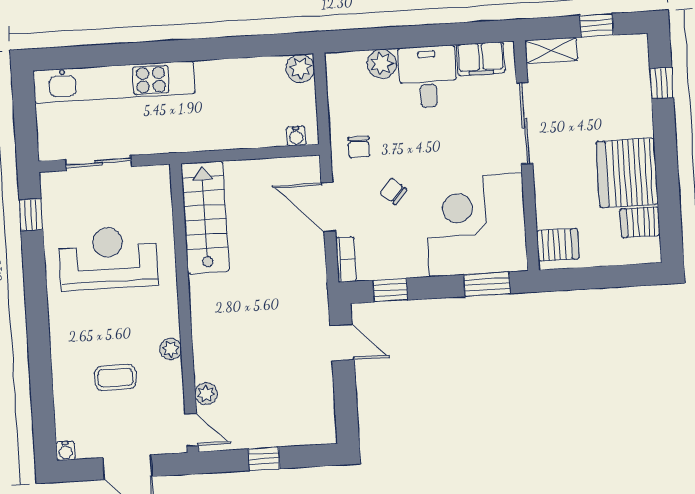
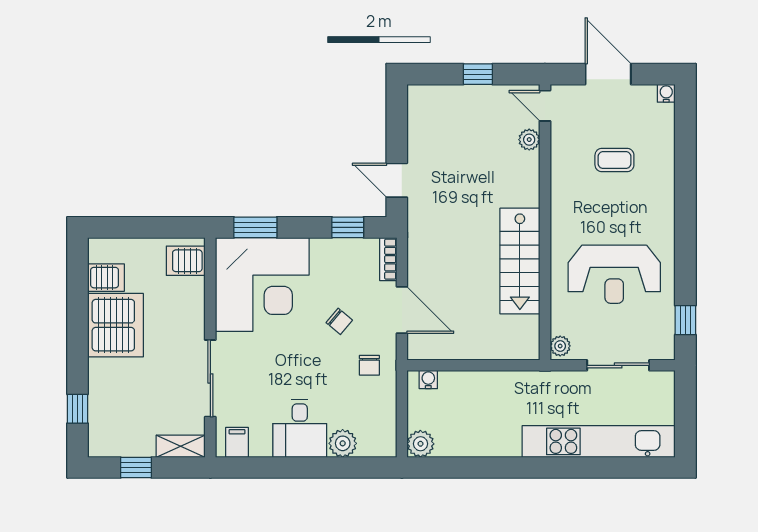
filing cabinet: (481, 59) -> (237, 442), width x0.50
chair: (359, 147) -> (369, 365), turned 180
stairs: (205, 217) -> (520, 261), moved
plant: (171, 349) -> (560, 346), moved

